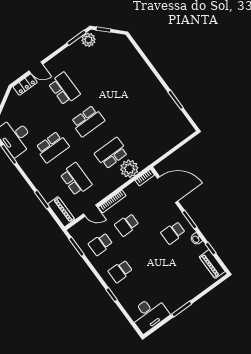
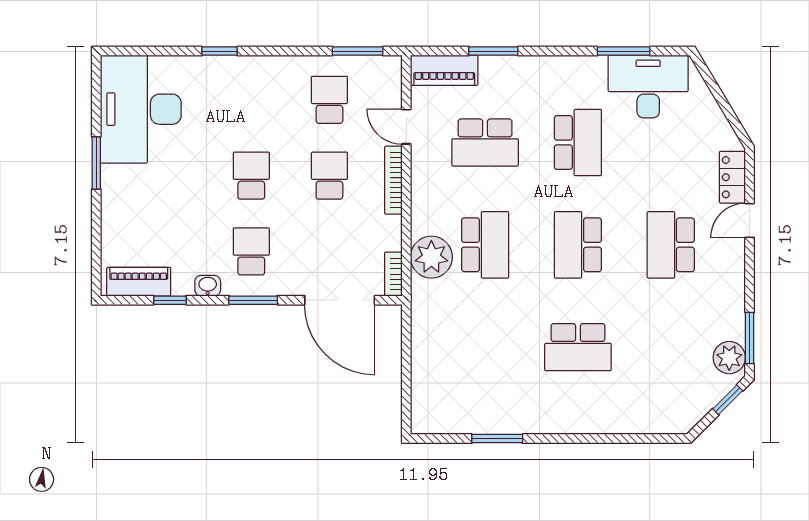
school desk: (64, 89) -> (671, 245), turned 90
school desk: (123, 95) -> (578, 347), added
school desk: (52, 147) -> (578, 143), turned 180
door: (168, 190) -> (340, 300), hinge flipped
door: (90, 211) -> (406, 127), hinge flipped
school desk: (120, 271) -> (251, 176), moved
desk: (149, 314) -> (141, 109), width x1.36, depth x1.30

